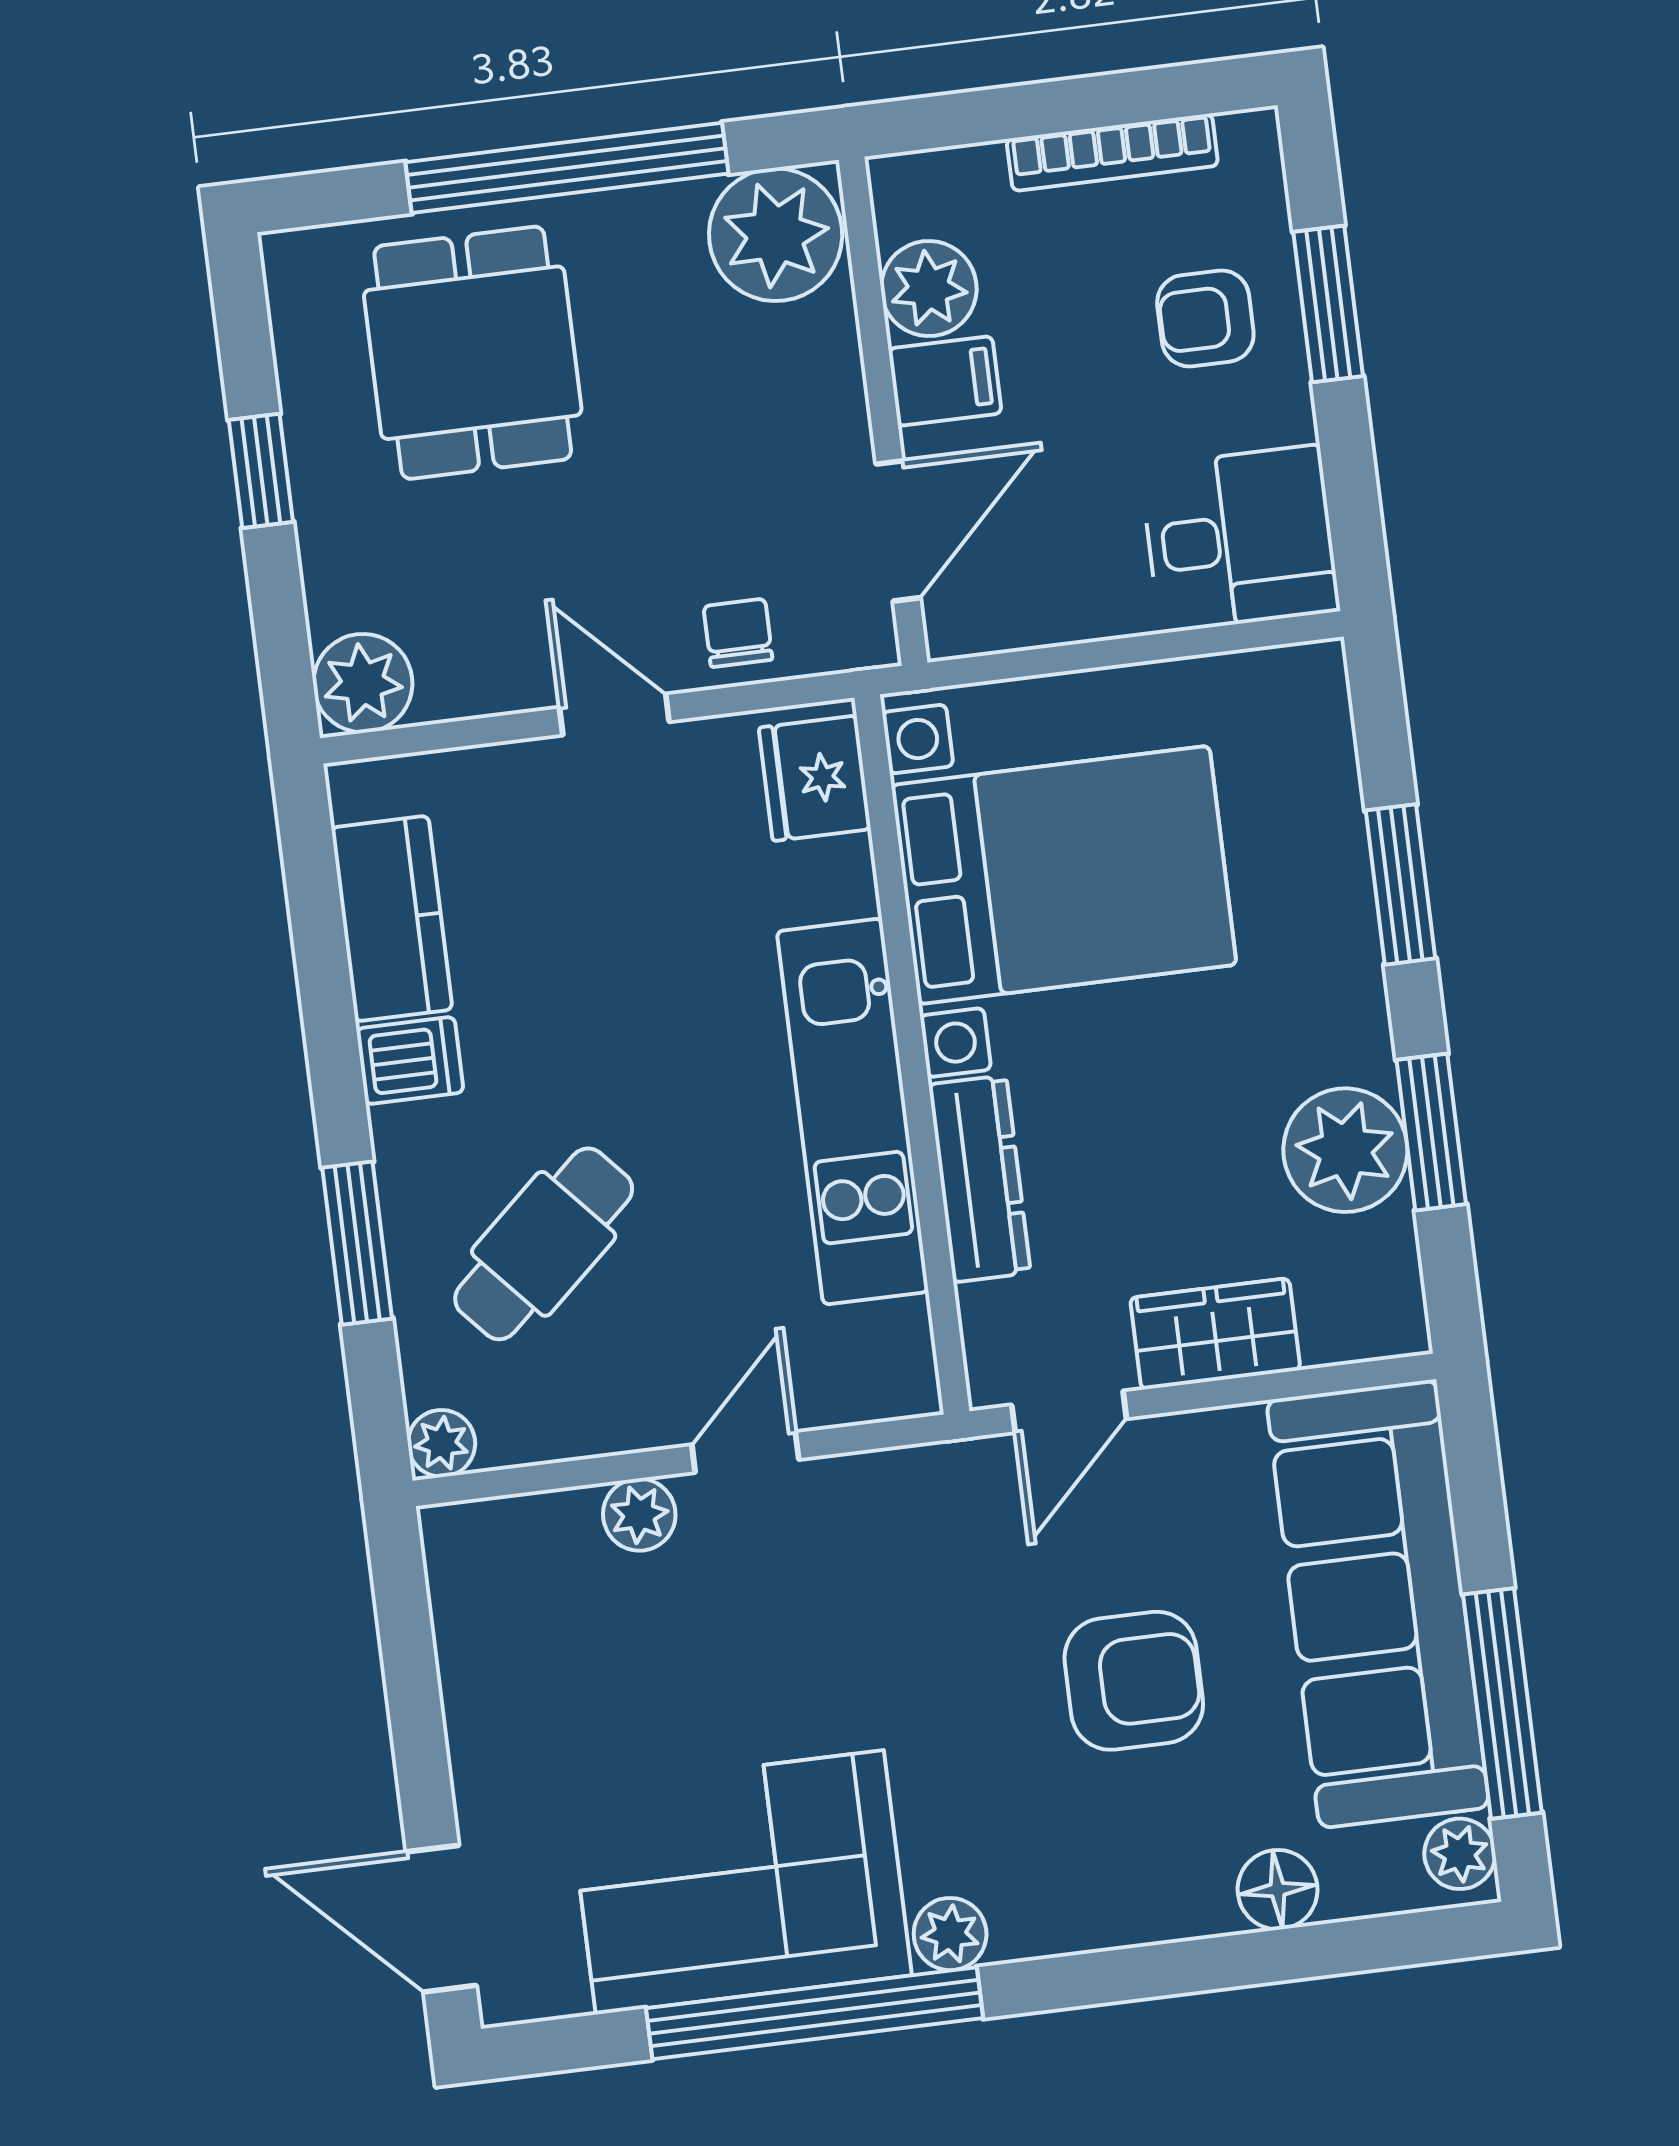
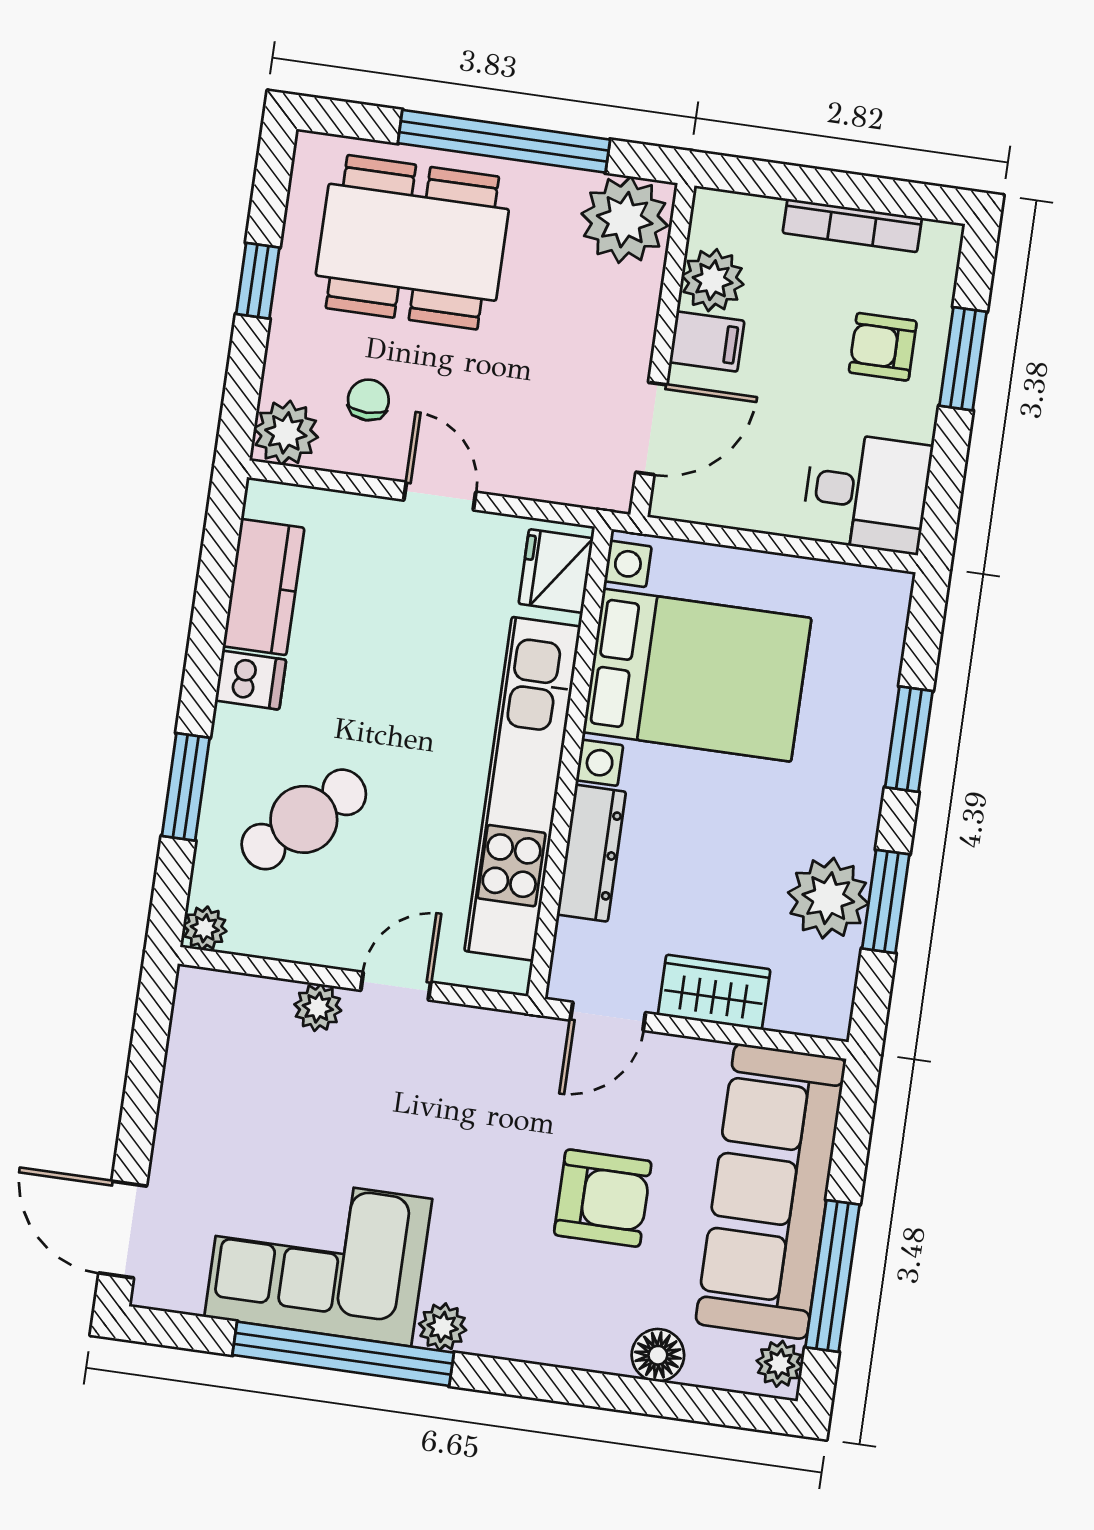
dining table: (473, 353) -> (412, 242), width x1.37
chair: (738, 633) -> (368, 400), moved
kitchen unit: (853, 1112) -> (523, 789), width x1.36

